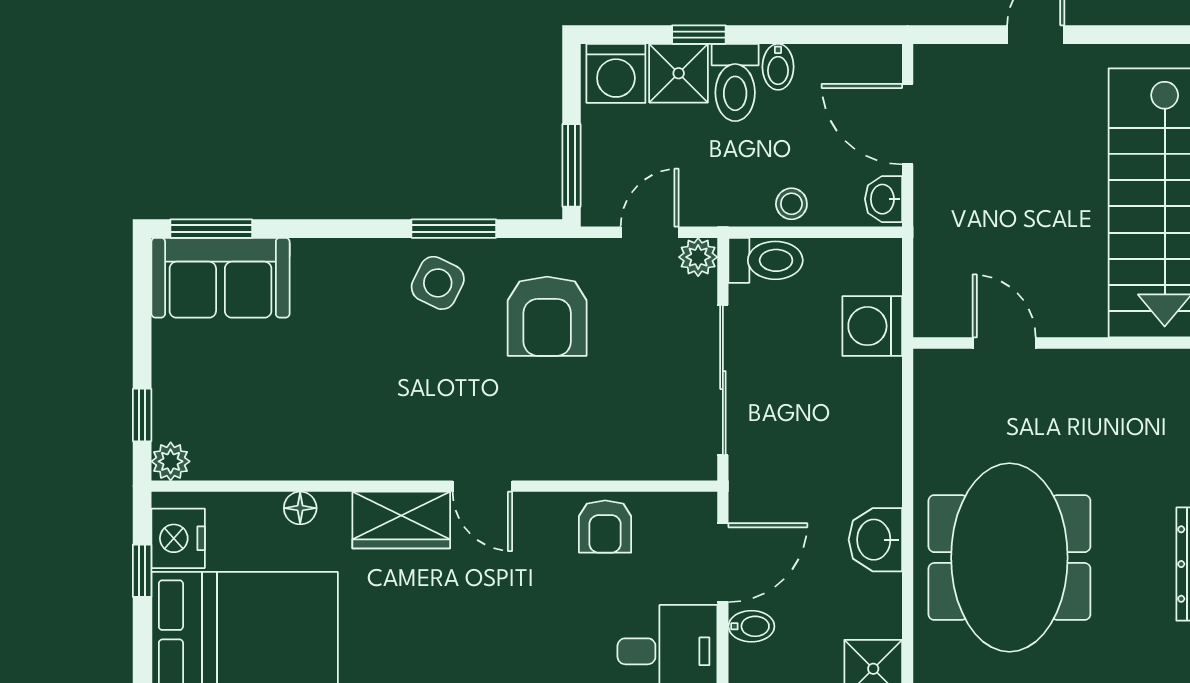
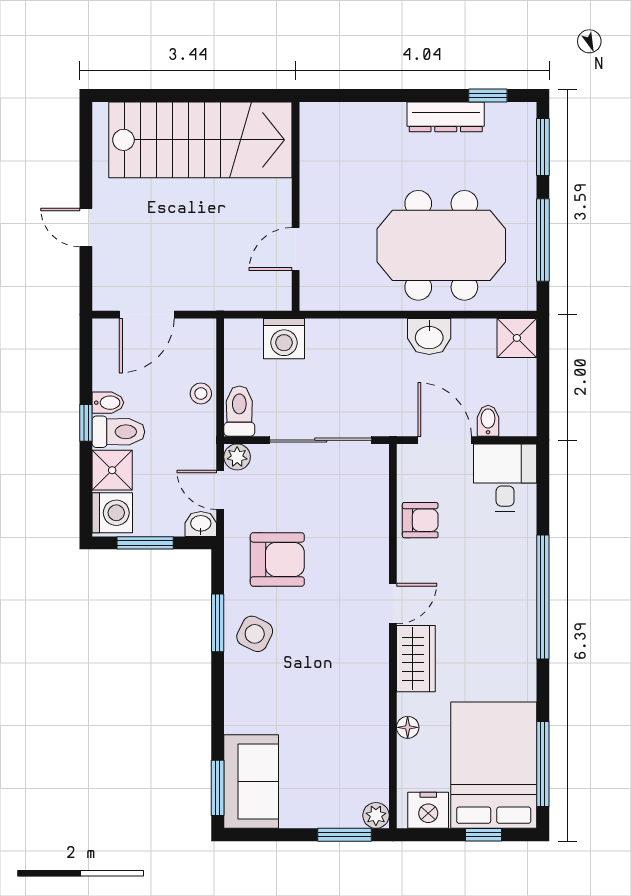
window: (699, 35) -> (86, 423), moved
window: (572, 165) -> (145, 543), moved
washbasin: (884, 199) -> (201, 524), moved, turned 180
window: (142, 415) -> (344, 835), width x1.50
window: (142, 571) -> (483, 835), moved

